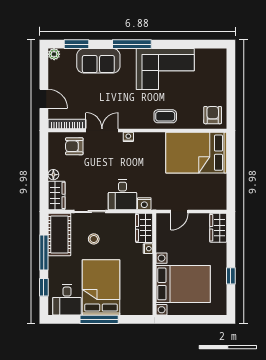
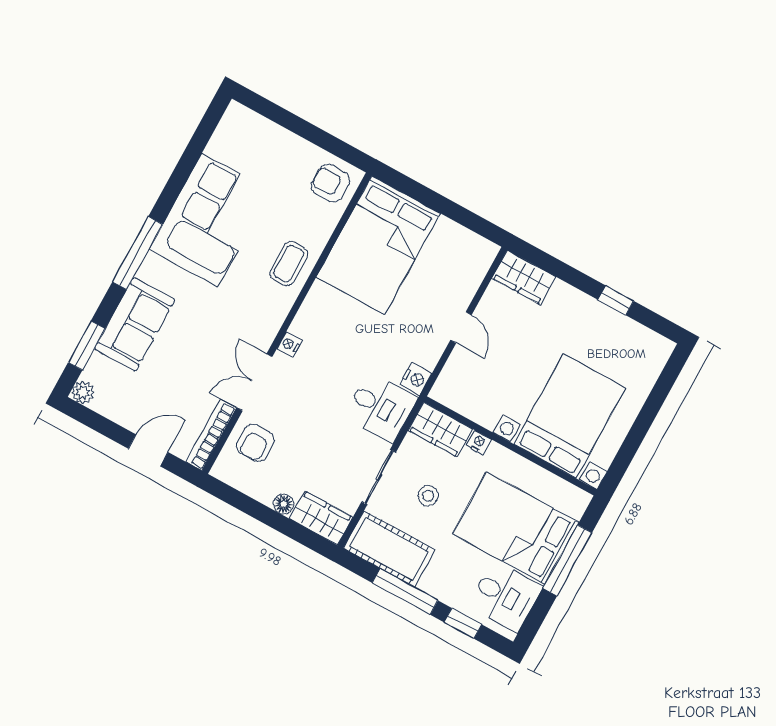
wardrobe: (144, 228) -> (440, 430), moved
nightstand: (148, 249) -> (479, 442), moved
wall: (154, 264) -> (510, 446), moved
bed with nightstands: (183, 284) -> (570, 416), moved

